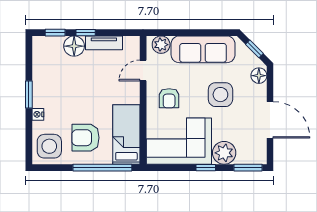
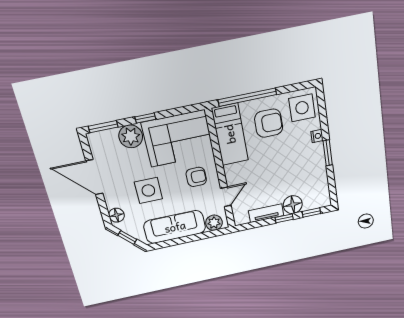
armchair: (169, 98) -> (196, 177), turned 90

